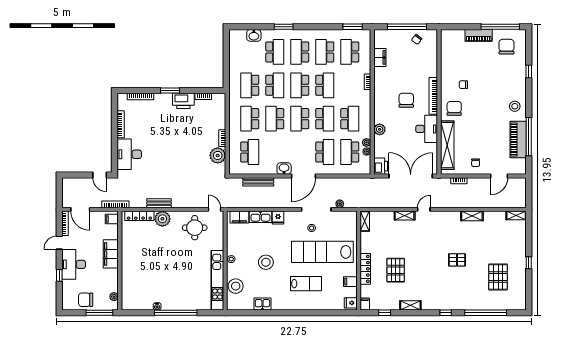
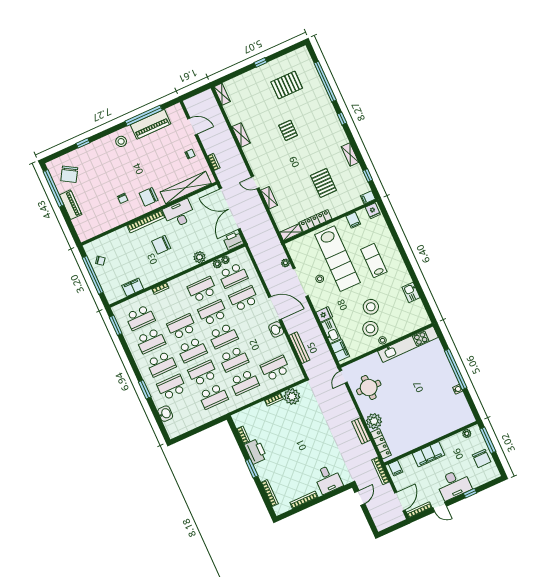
chair: (506, 47) -> (69, 174), turned -59
desk: (129, 154) -> (328, 479), width x0.73
locker: (365, 269) -> (315, 221), moved
pallet: (396, 270) -> (323, 183), turned 90
stool: (236, 286) -> (370, 329), moved

